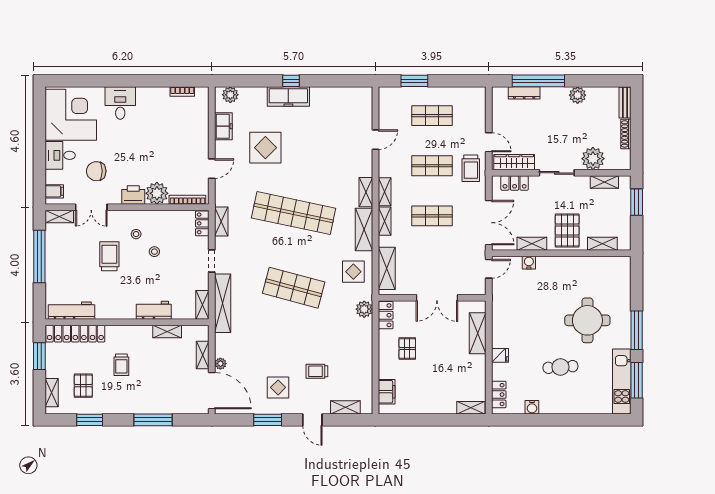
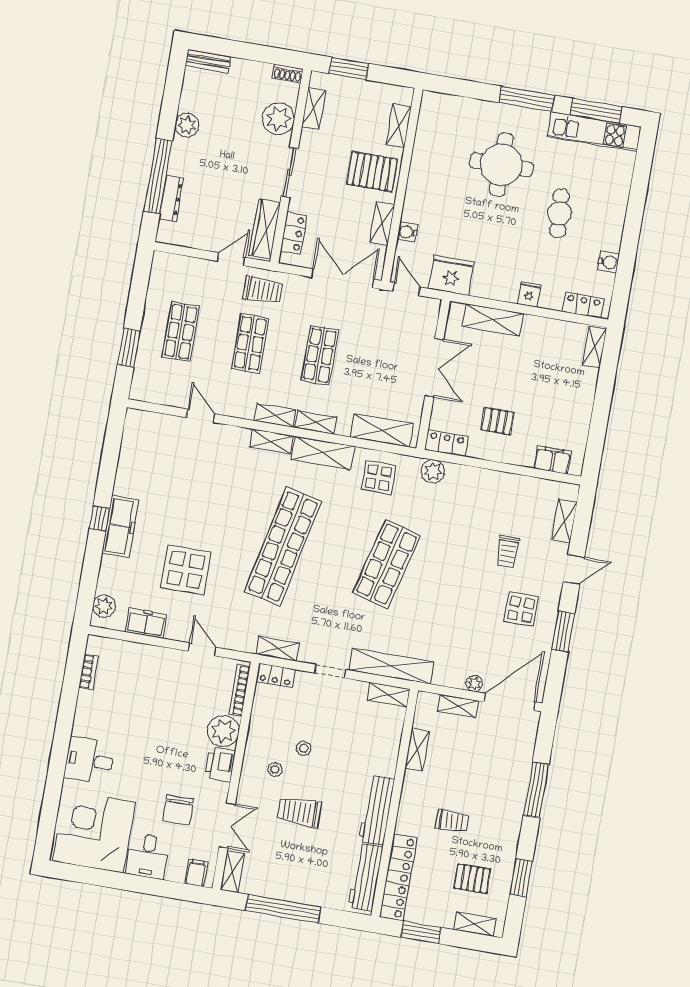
shoe rack: (626, 134) -> (288, 73), moved, width x0.70
fridge: (504, 299) -> (451, 275), added
workbench: (154, 310) -> (377, 810), moved, width x1.37

